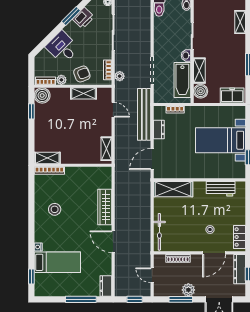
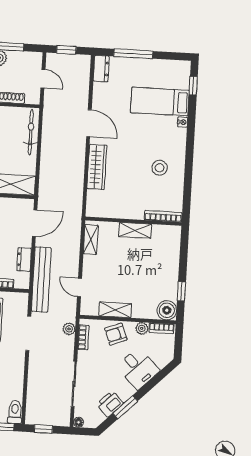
shelving: (47, 158) -> (135, 230), moved

